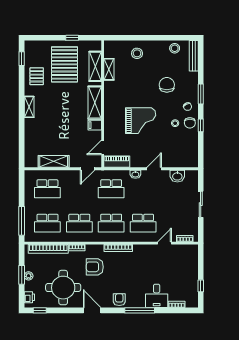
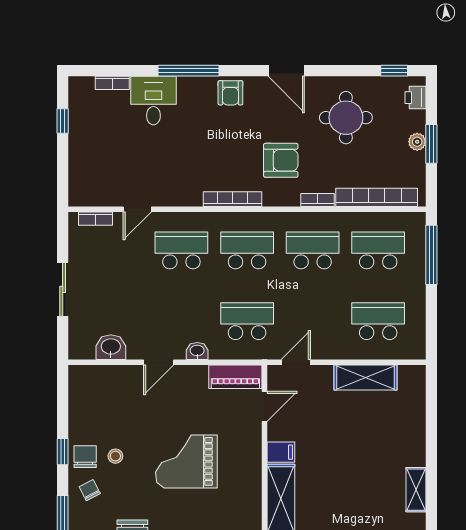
round table: (63, 288) -> (346, 118), width x0.73, depth x0.73

